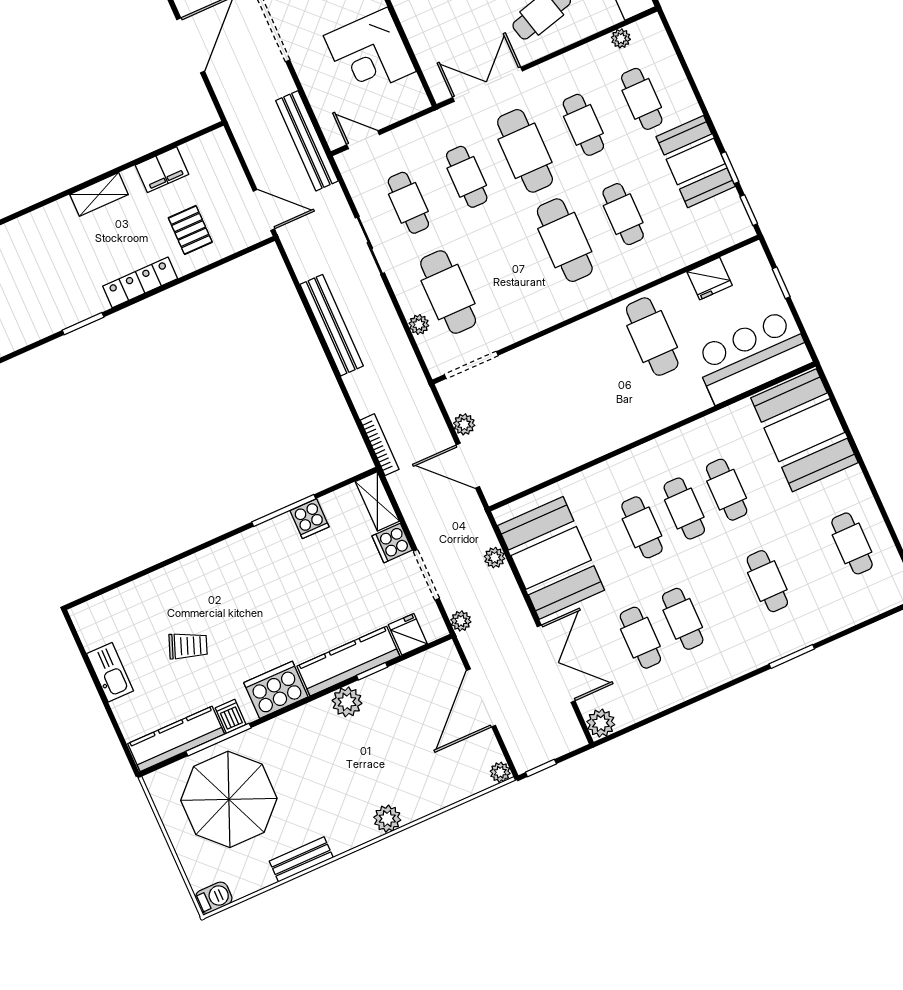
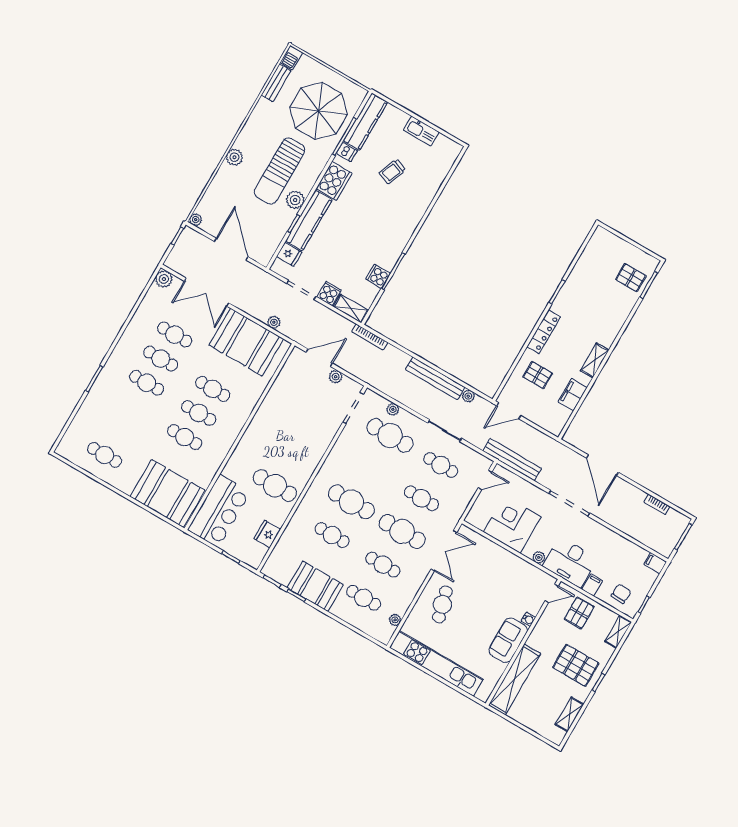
cafe table: (767, 581) -> (147, 383), moved
plant: (461, 621) -> (468, 396), moved
sun lounger: (340, 756) -> (280, 171), added
bench: (301, 859) -> (276, 83), moved

